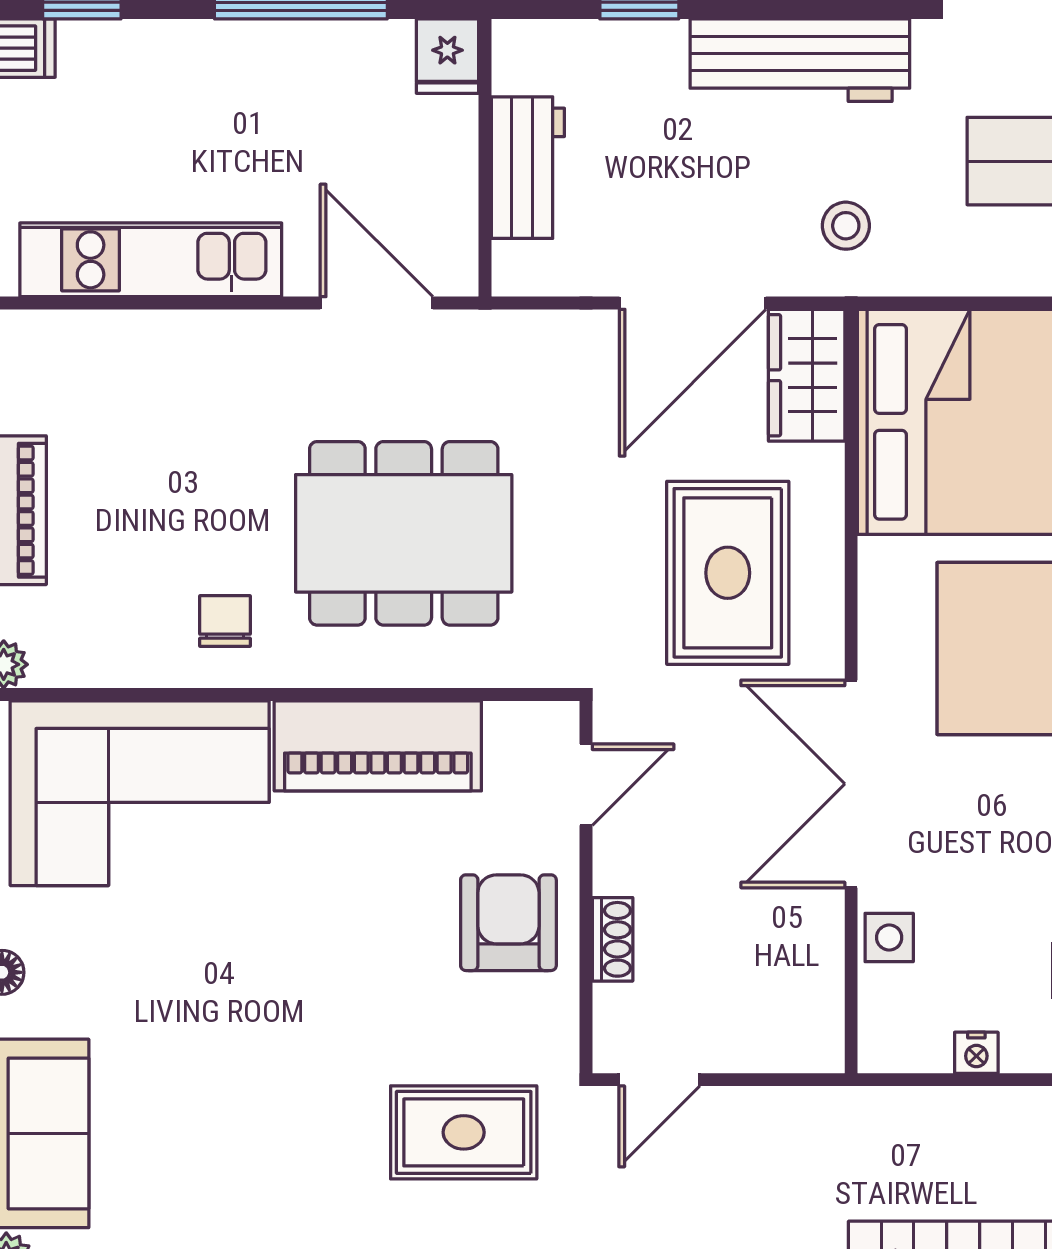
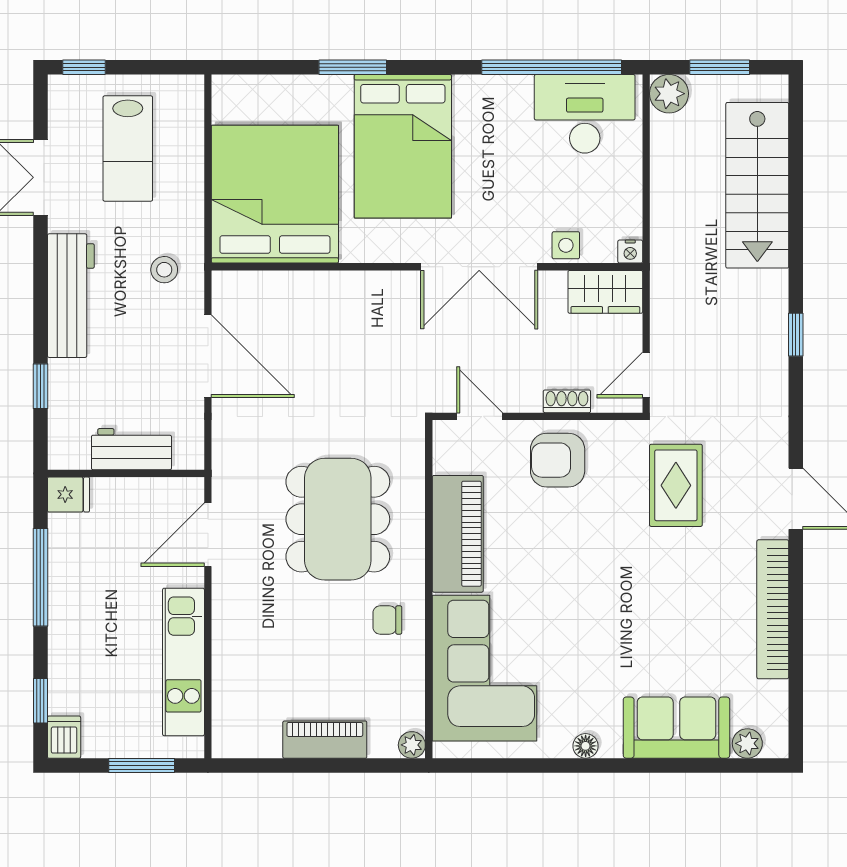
wardrobe: (807, 375) -> (605, 292), moved
rug: (728, 573) -> (360, 336), removed
nightstand: (976, 1053) -> (630, 252), moved, turned 90
door: (659, 1080) -> (646, 375), swing flipped

